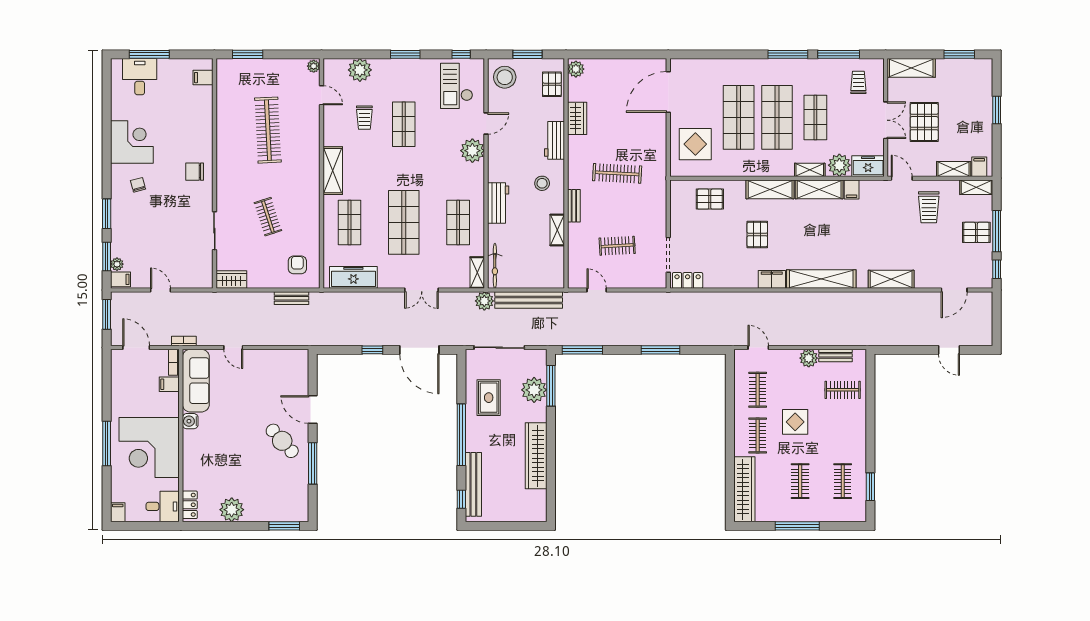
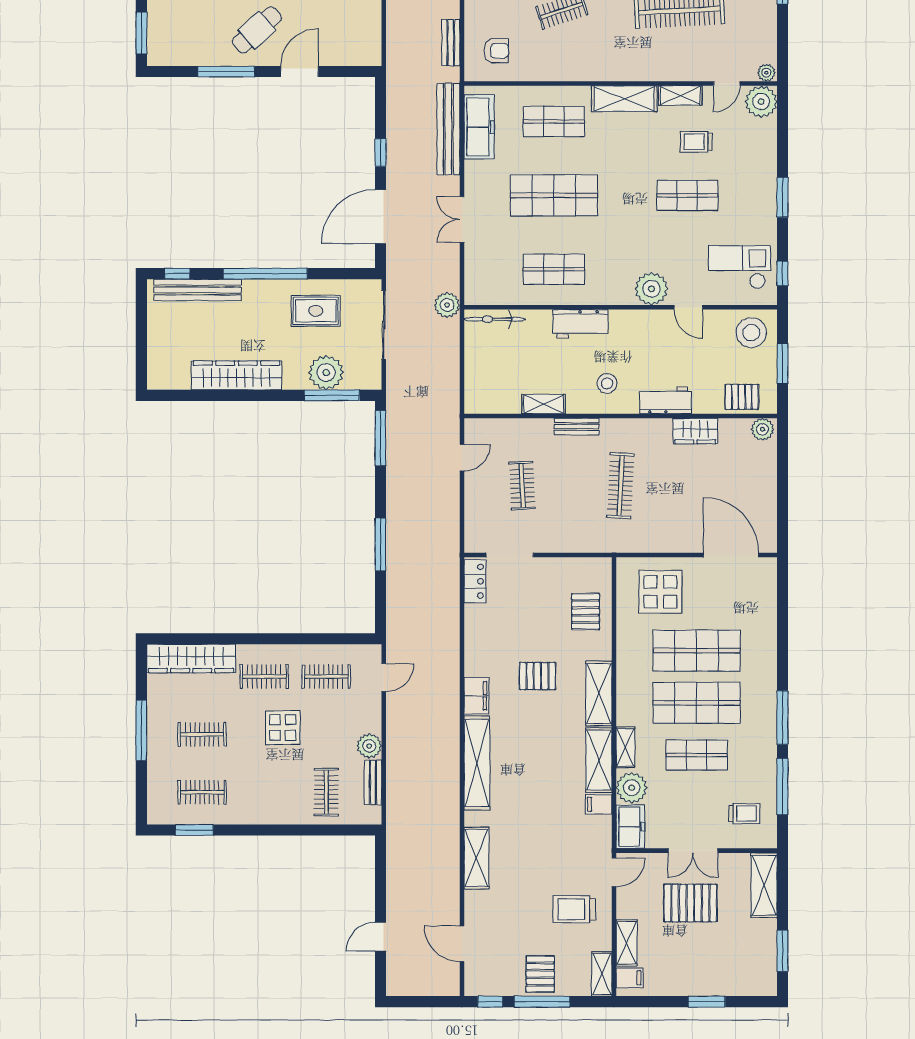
plant: (360, 70) -> (761, 102), moved
shelving: (477, 272) -> (680, 95), moved
bench: (529, 300) -> (448, 129), moved

